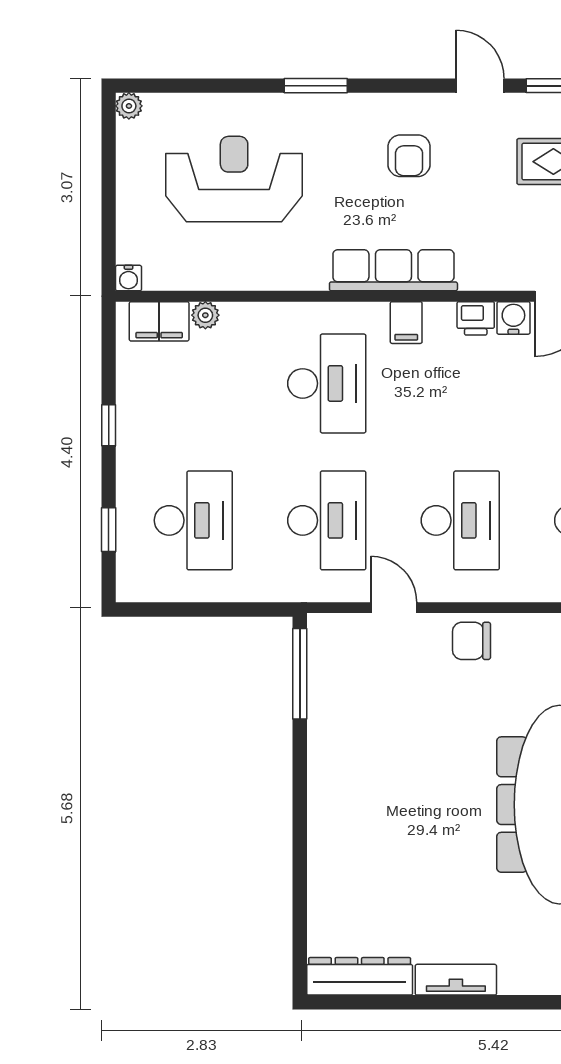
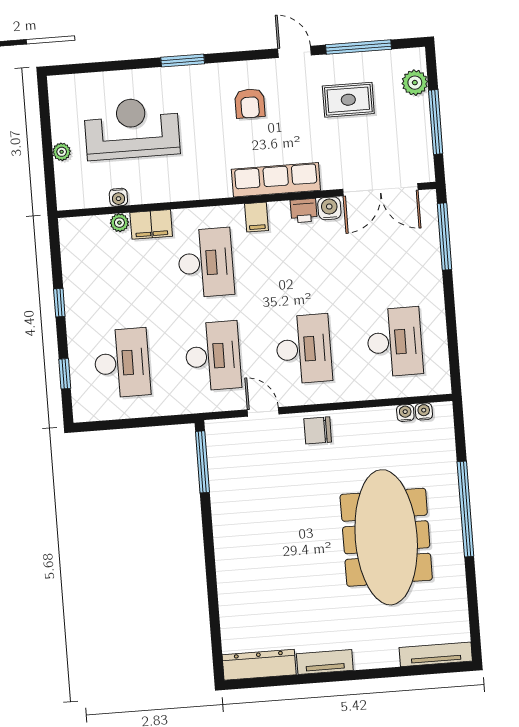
plant: (129, 106) -> (62, 152), moved
row of seats: (393, 270) -> (276, 180), moved
water cooler: (129, 278) -> (118, 197), moved
filing cabinet: (159, 321) -> (151, 224), moved

